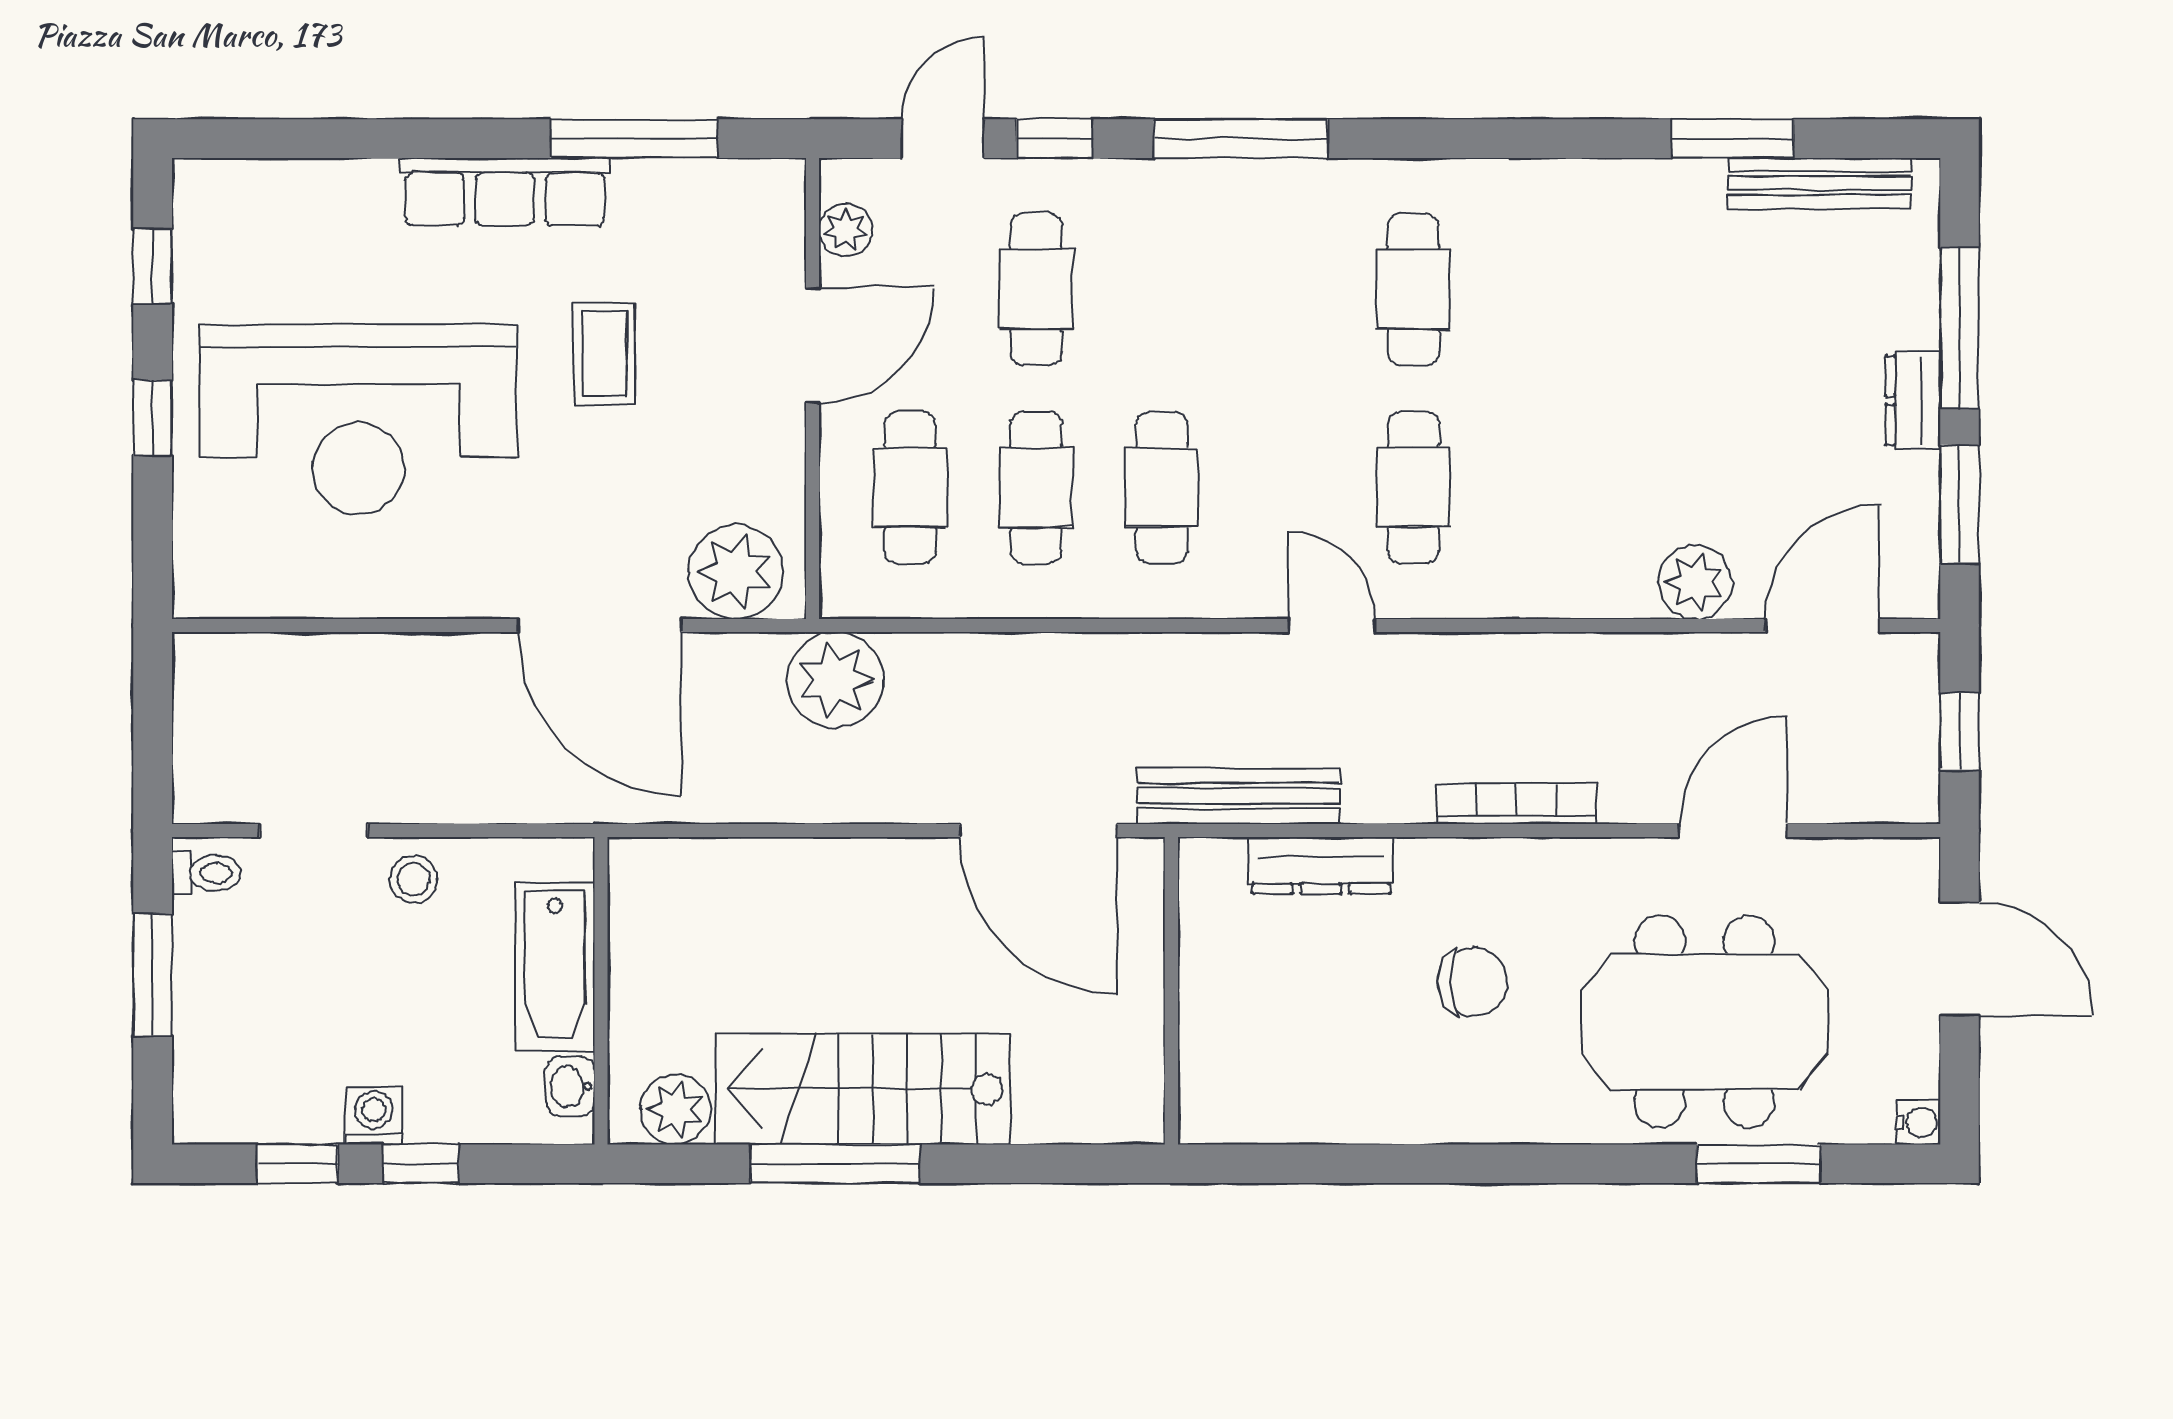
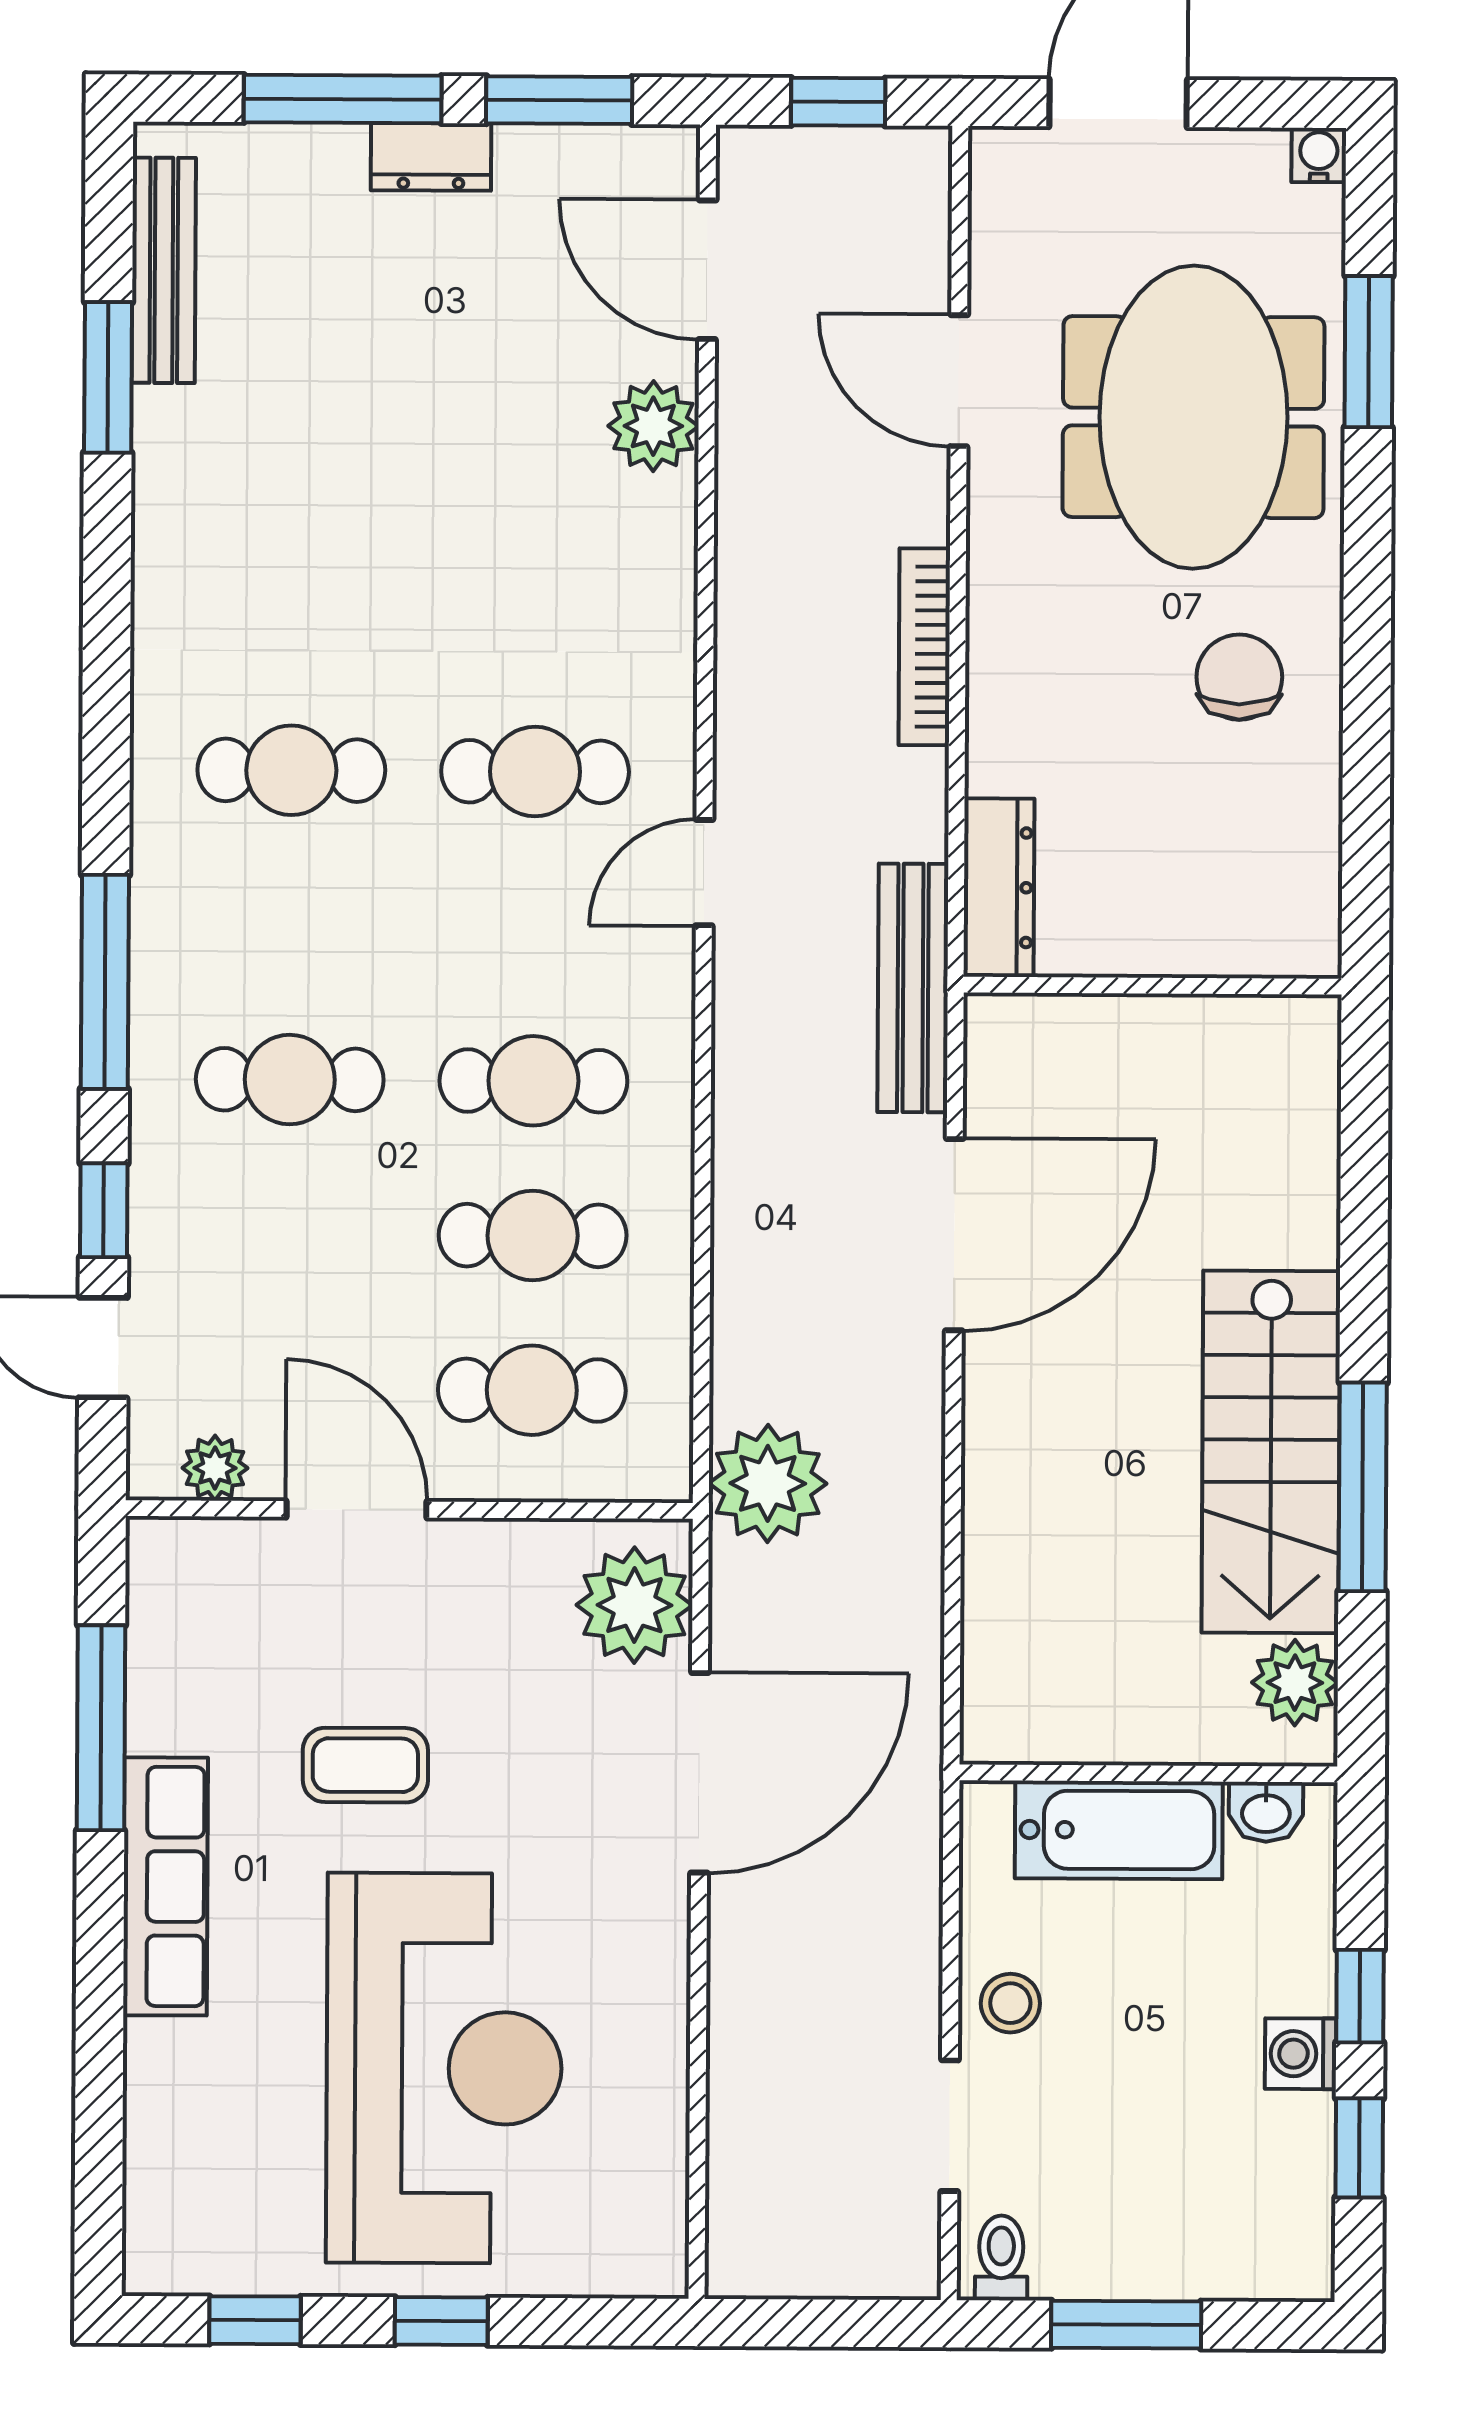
cafe table: (1036, 289) -> (290, 1080), moved
chair: (1472, 982) -> (1239, 677), moved
wall: (1171, 991) -> (1153, 986), moved

